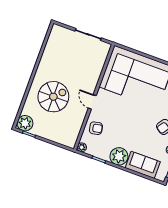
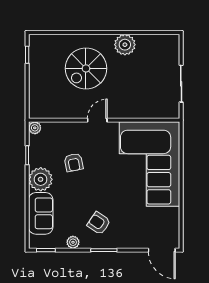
spiral stairs: (53, 97) -> (86, 68), turned 90
plant: (25, 123) -> (125, 45), moved
armchair: (96, 128) -> (74, 162), moved

